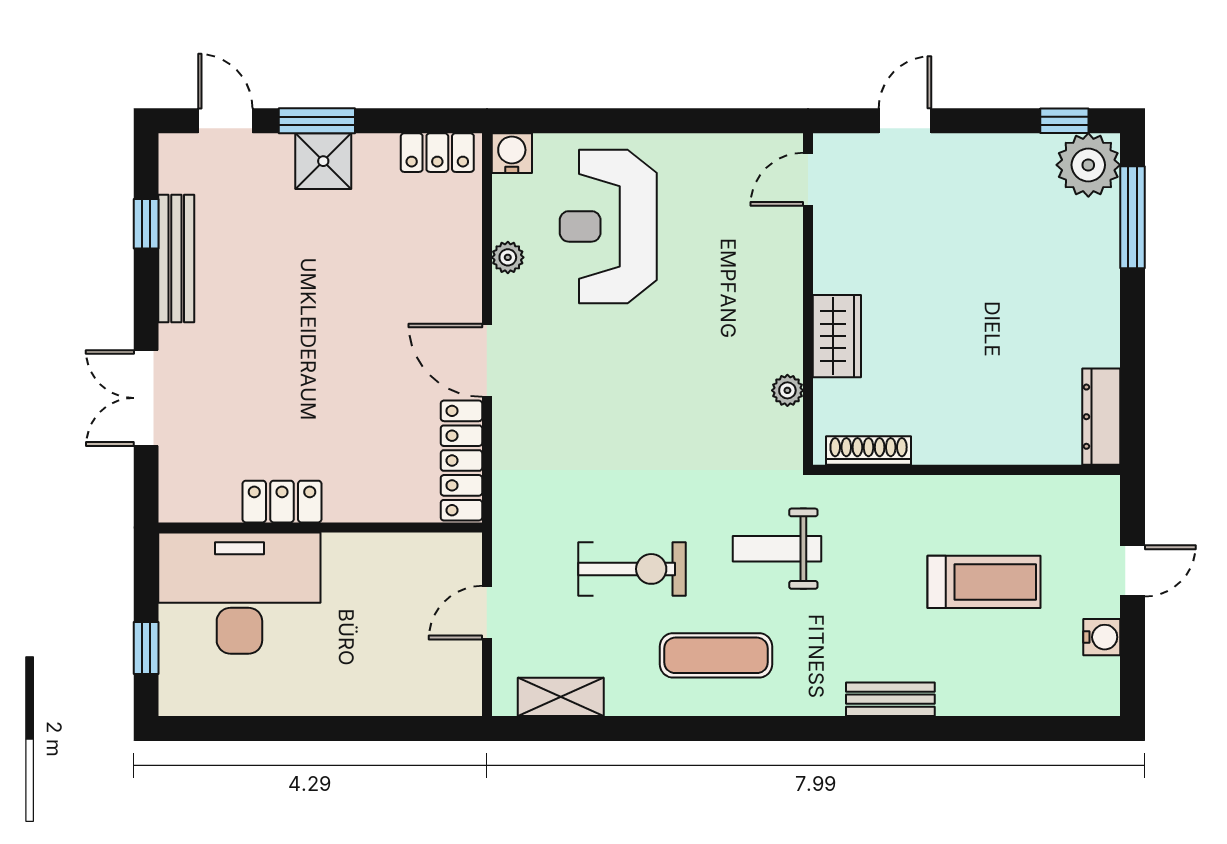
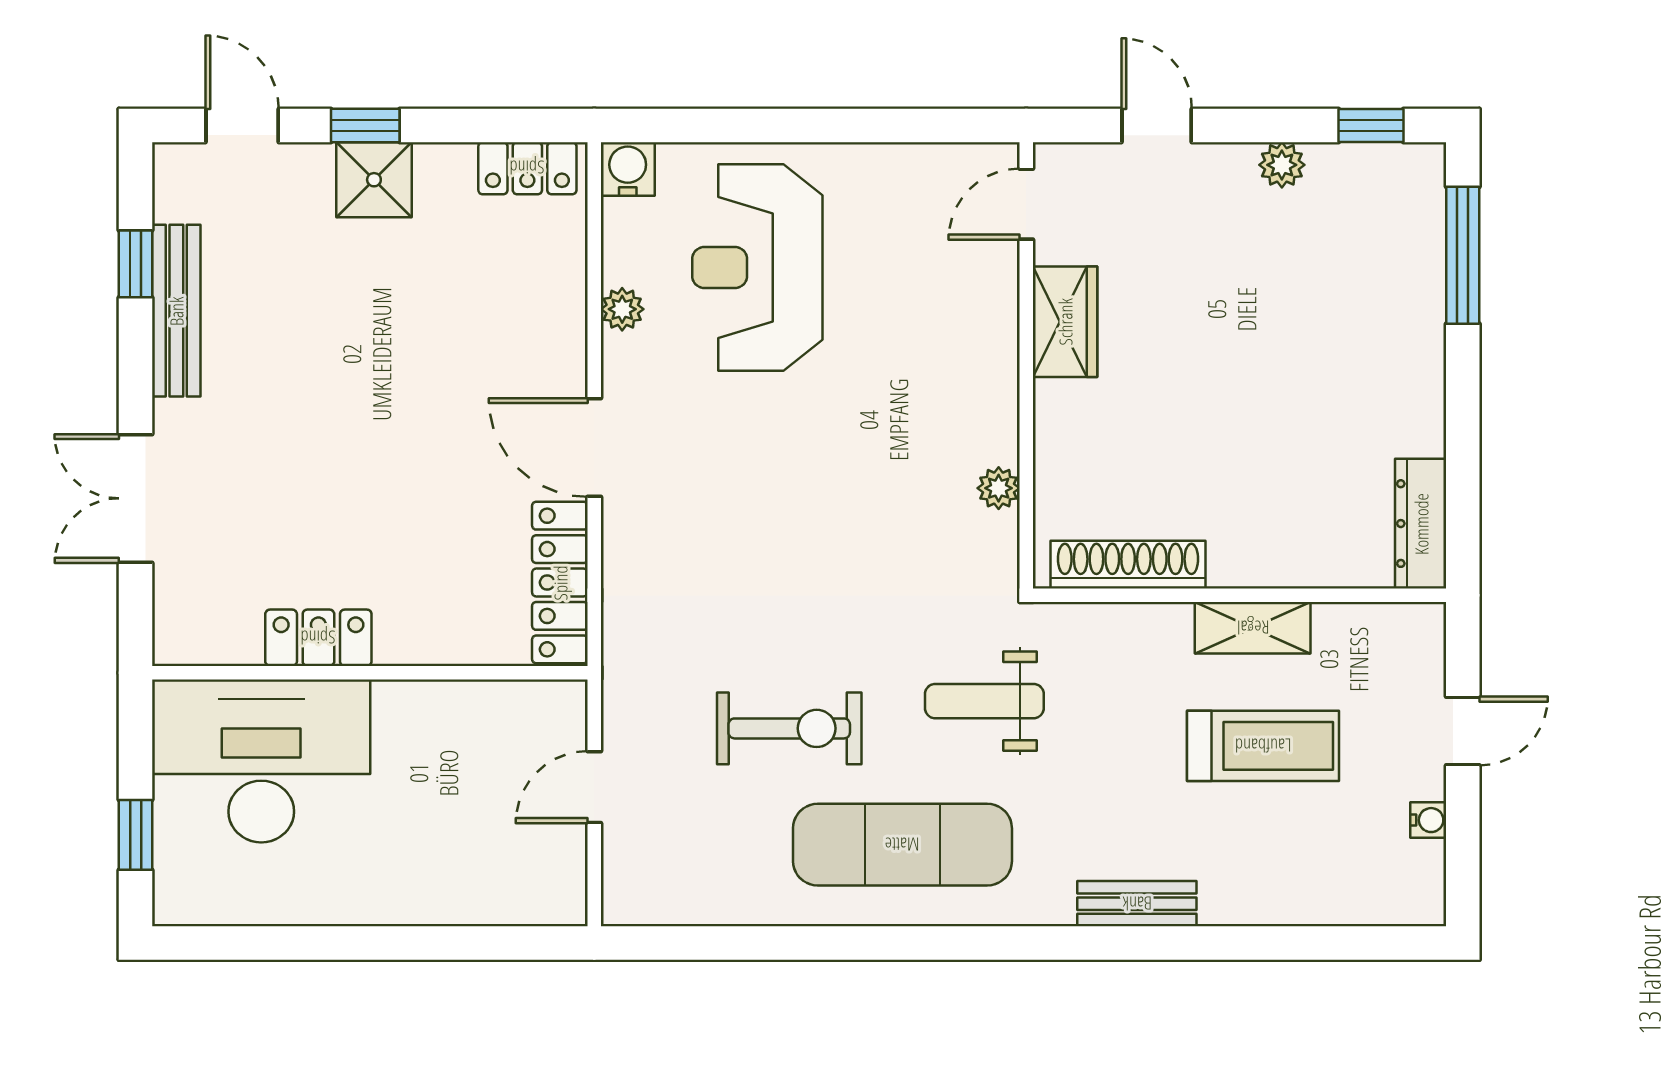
window: (317, 121) -> (365, 125), width x0.67
door: (905, 121) -> (1157, 125), hinge flipped
plant: (1088, 165) -> (1282, 165), moved, width x0.53, depth x0.53
wardrobe: (837, 336) -> (1065, 322), moved
shoe rack: (869, 451) -> (1128, 565), width x1.36, depth x1.24
water cooler: (1102, 637) -> (1428, 820), width x0.72, depth x0.72
exercise mat: (716, 655) -> (902, 845), width x1.36, depth x1.45
shelving: (561, 697) -> (1253, 628), moved

